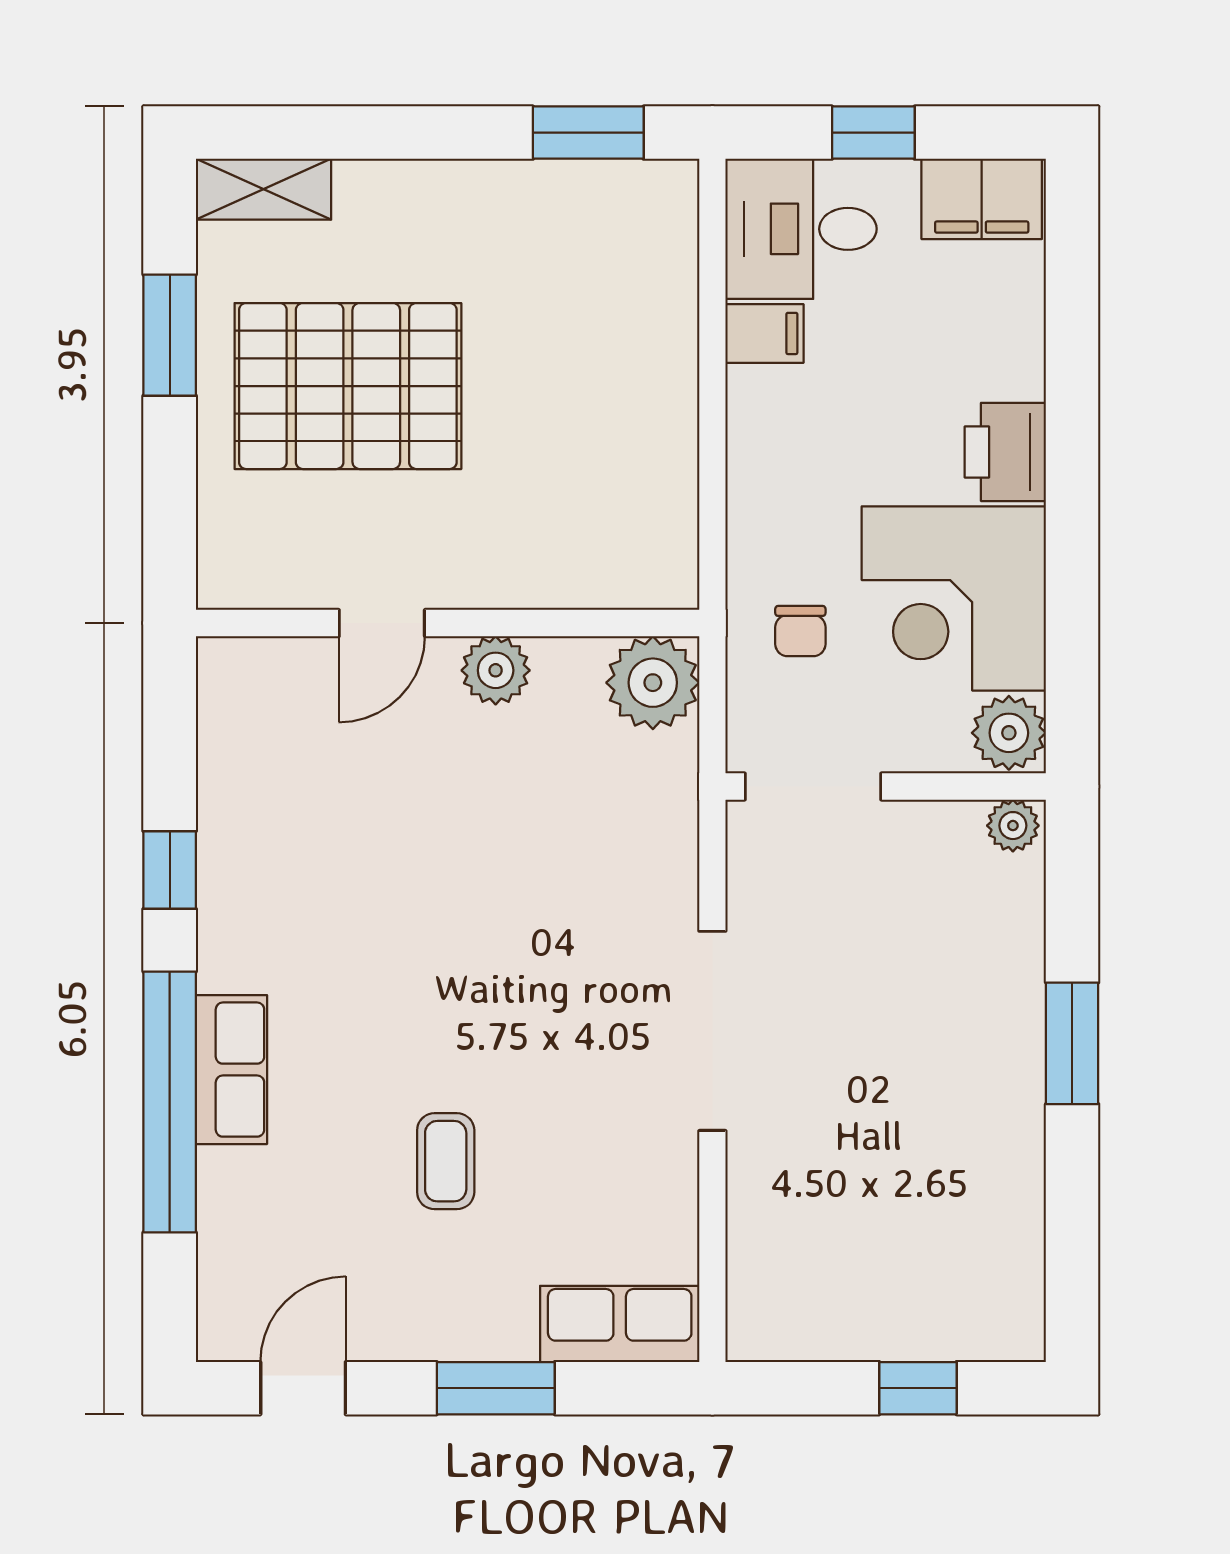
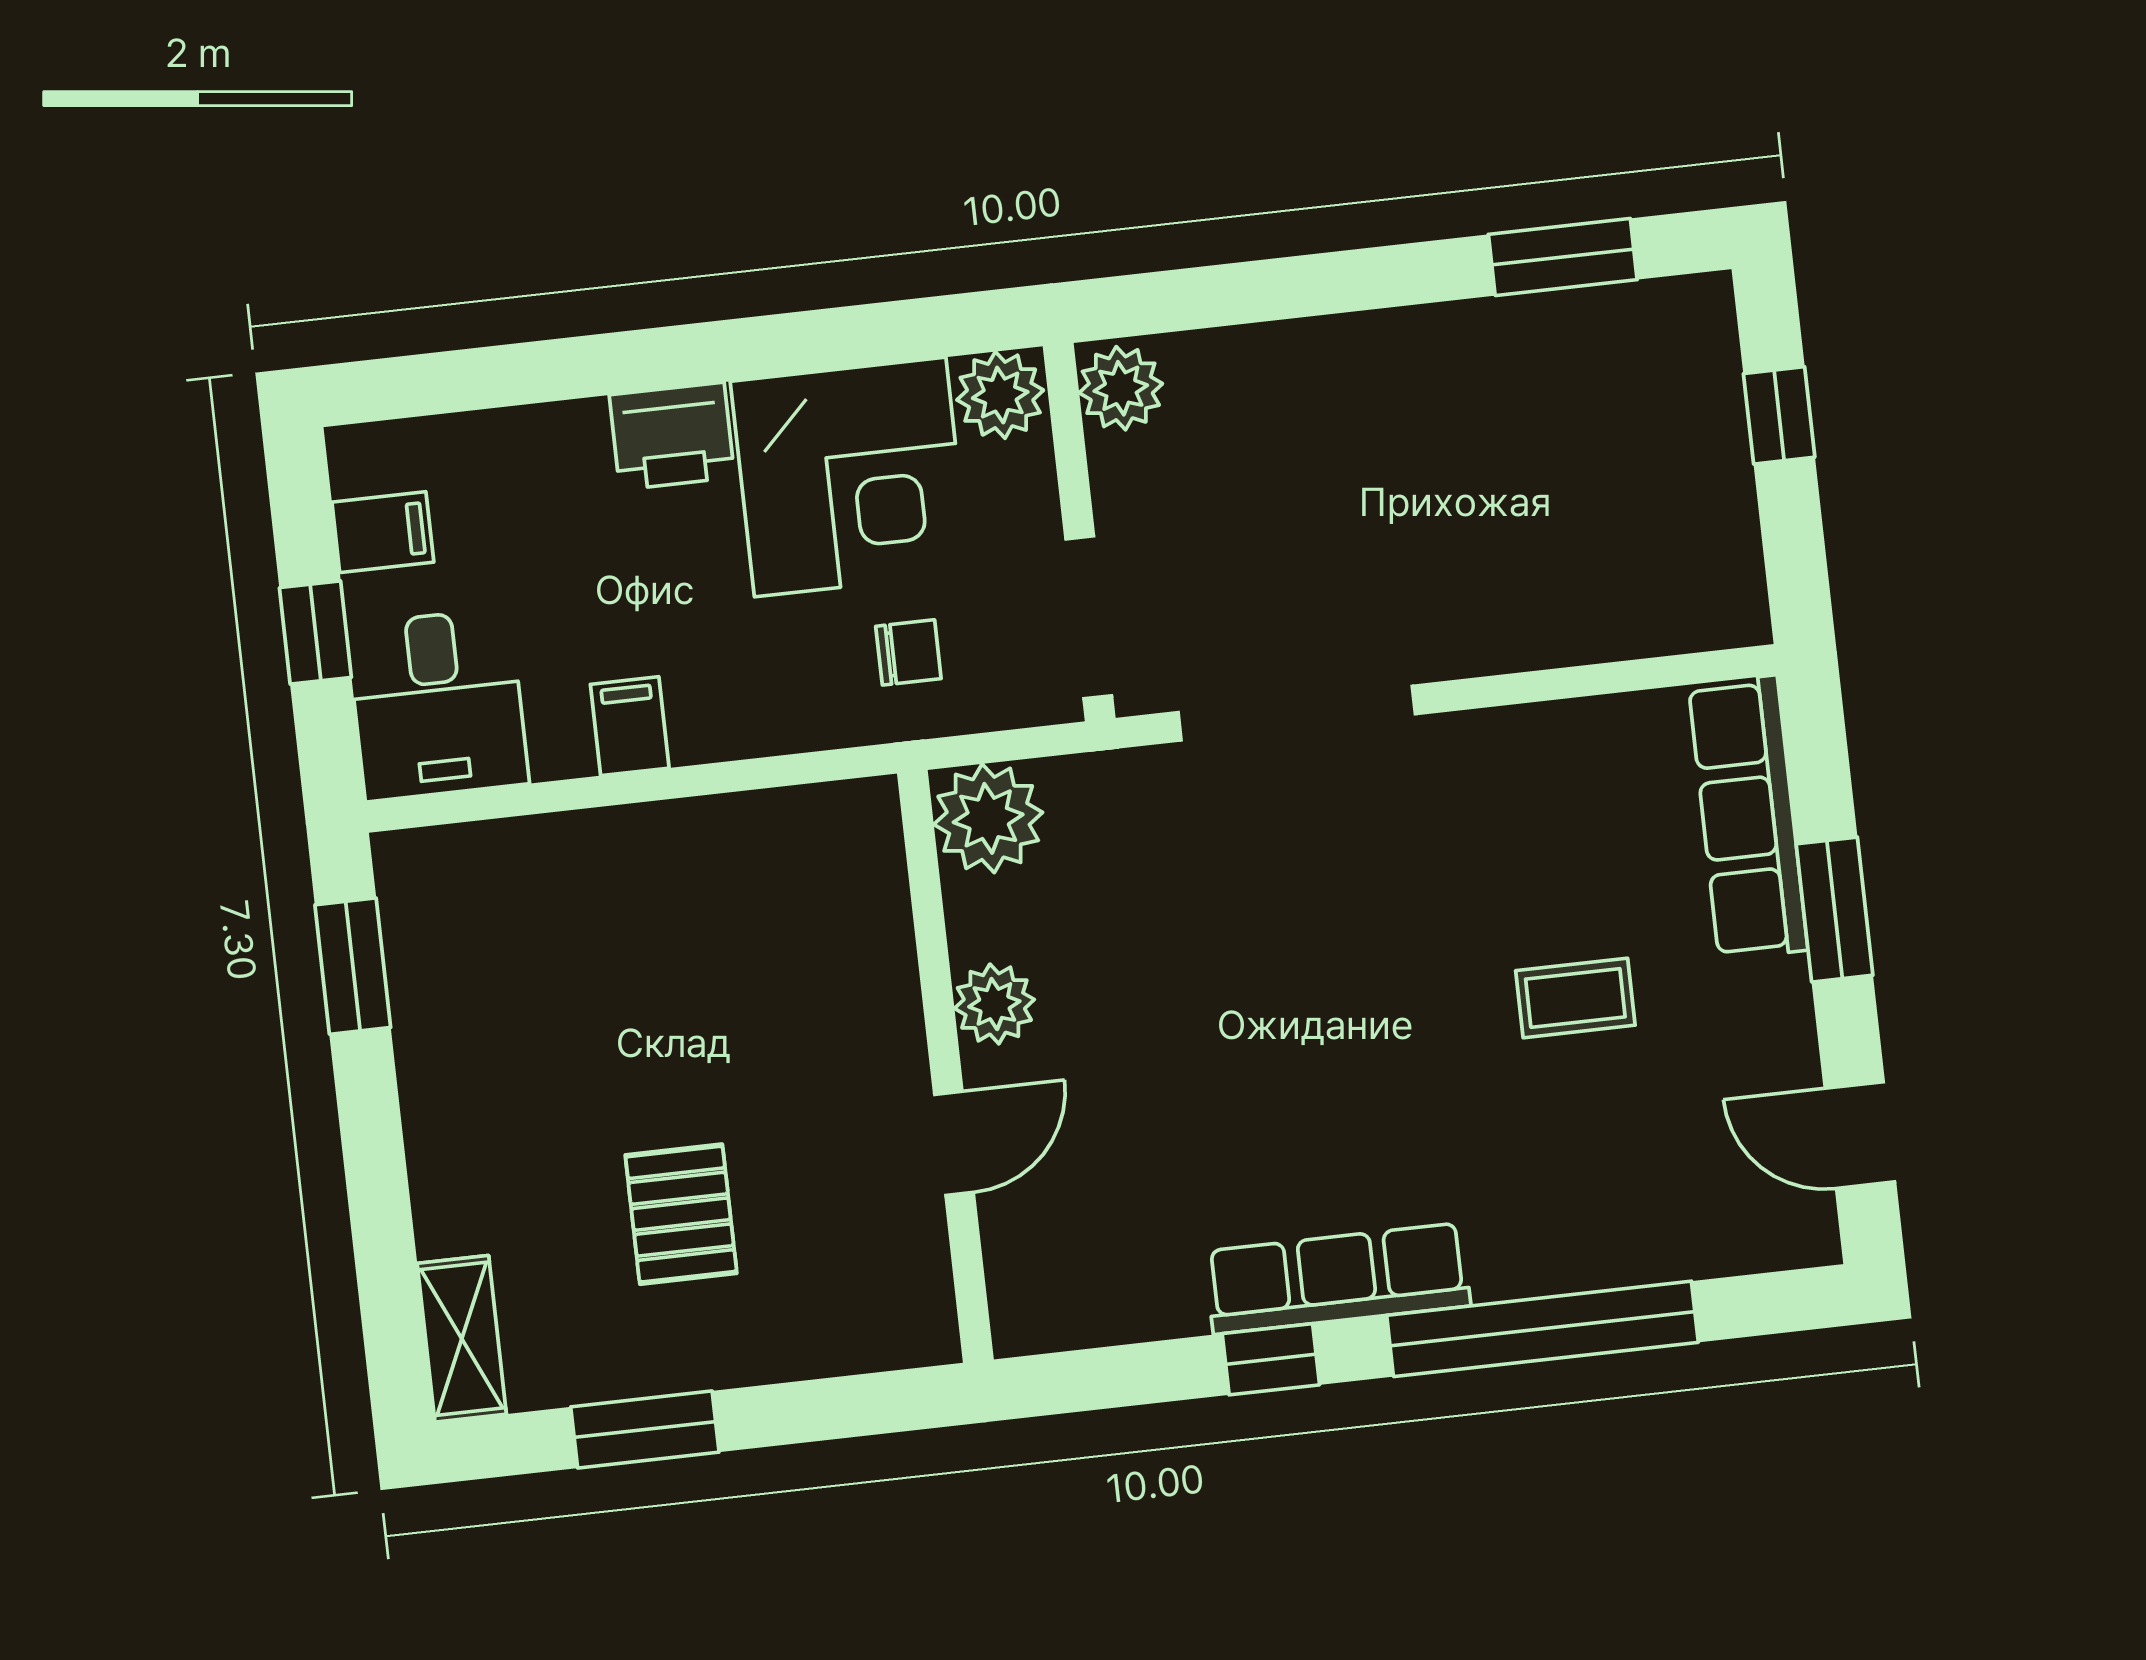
filing cabinet: (982, 199) -> (383, 532), width x0.50
filing cabinet: (765, 333) -> (630, 726), moved
pallet: (348, 386) -> (681, 1214), width x0.49, depth x0.50
door: (382, 623) -> (954, 1143), hinge flipped
plant: (1013, 826) -> (1121, 388), width x1.38, depth x1.38
doorway: (712, 1031) -> (1297, 713), moved
window: (1072, 1043) -> (1563, 257), moved
row of seats: (231, 1070) -> (1337, 1279), moved, width x1.48
row of seats: (620, 1324) -> (1748, 817), width x1.48

